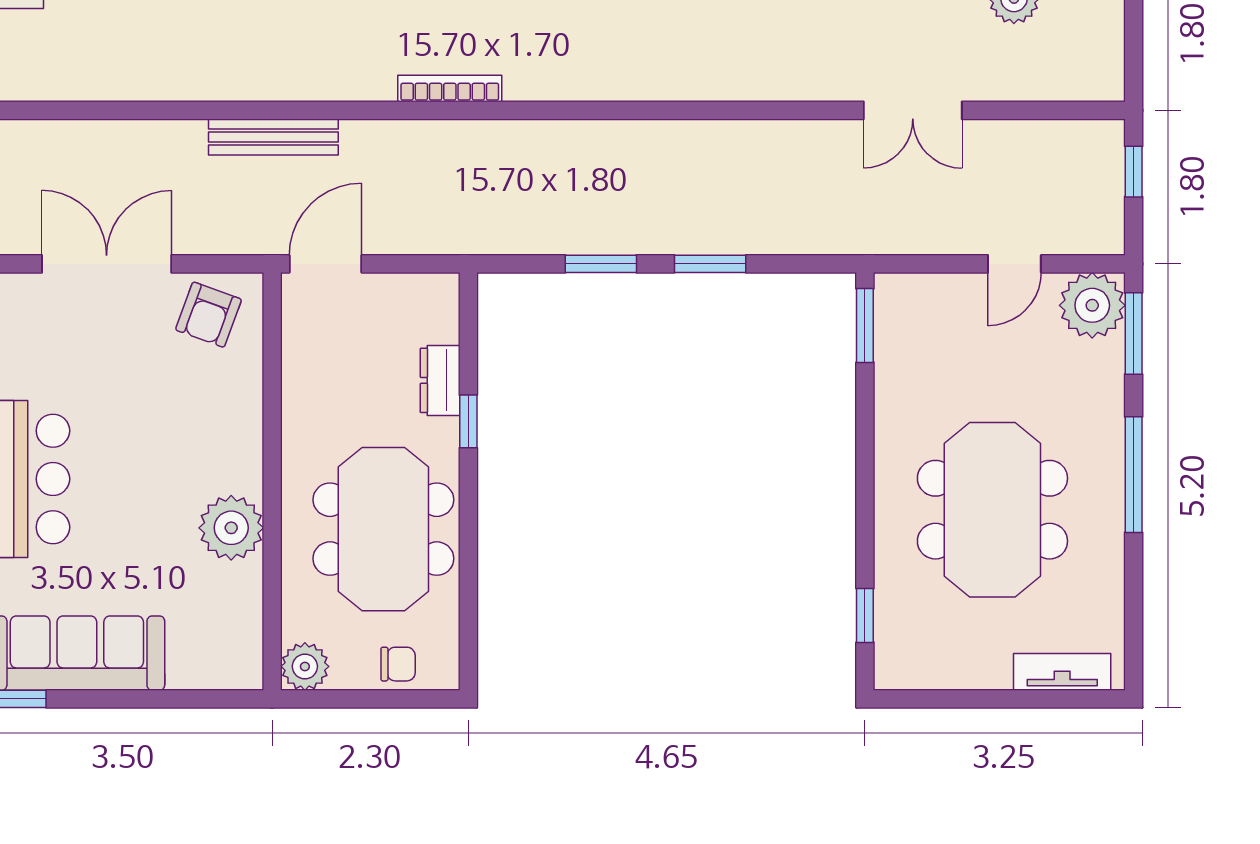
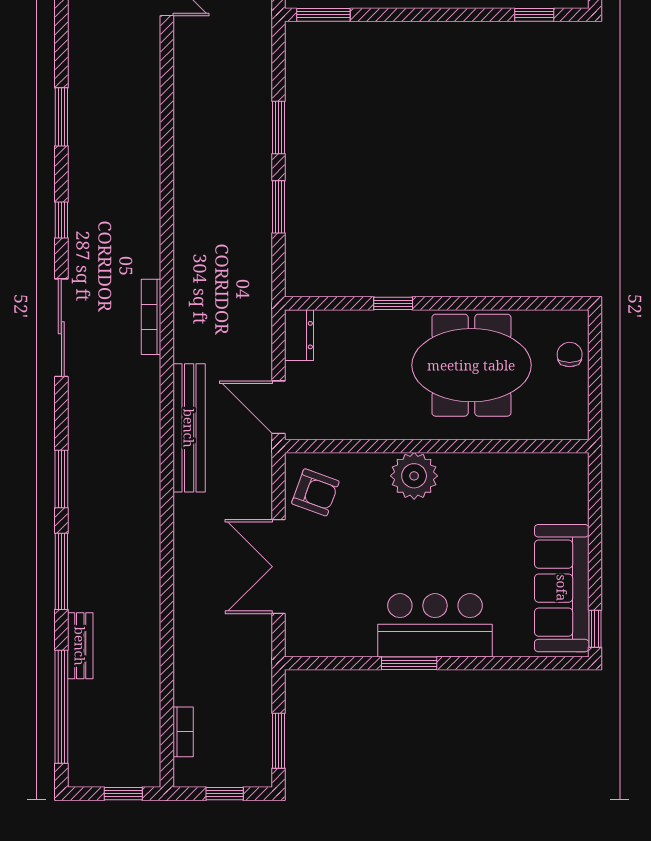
bench: (273, 137) -> (189, 428), width x1.37, depth x1.21
dresser: (440, 380) -> (299, 335), moved, turned -90
plant: (231, 528) -> (414, 476), moved
plant: (305, 666) -> (571, 422), removed

